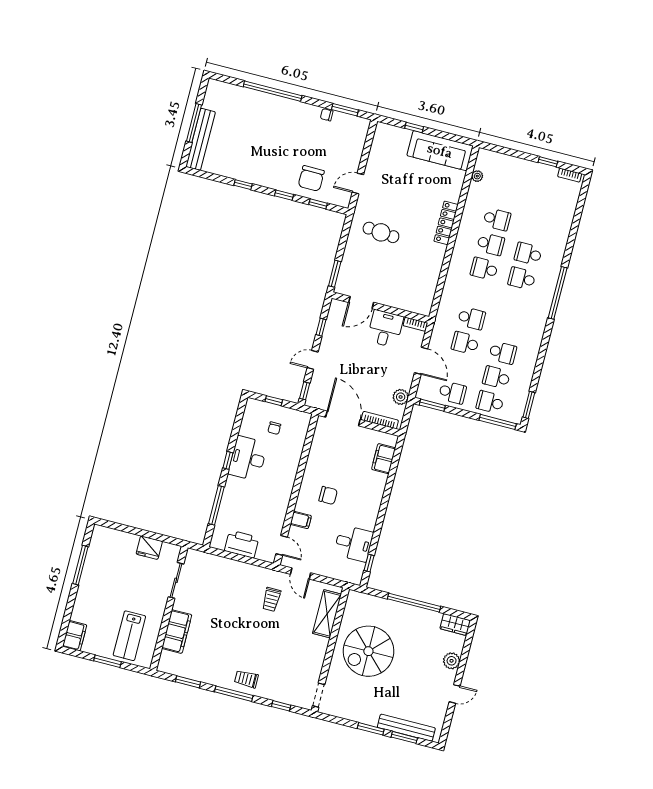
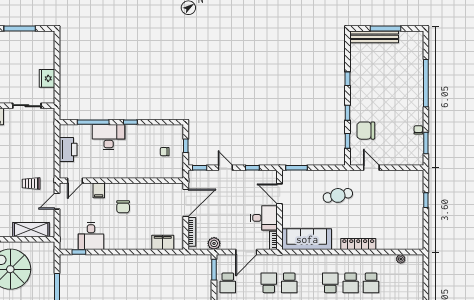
sofa: (440, 151) -> (307, 239), moved, turned 90
cafe table: (381, 232) -> (338, 195), turned 73
desk: (248, 458) -> (109, 137), moved

